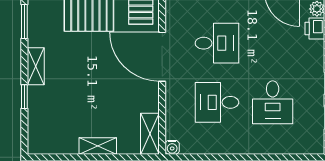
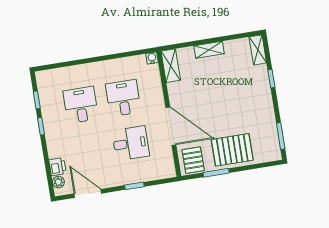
desk: (217, 43) -> (131, 143), turned 180
shelving: (36, 66) -> (258, 50), moved
desk: (217, 102) -> (123, 98), turned -90

